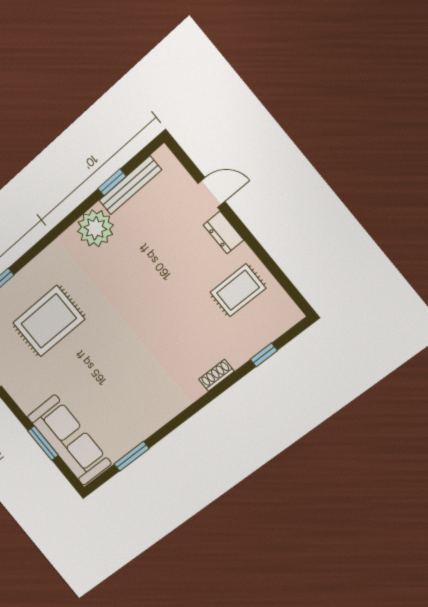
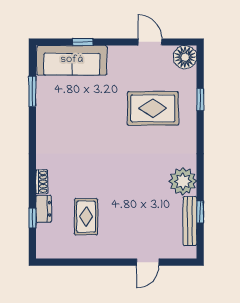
dresser: (224, 232) -> (44, 209), moved, turned 90
rug: (238, 290) -> (86, 217), moved
rug: (49, 321) -> (153, 108), turned 90
window: (43, 443) -> (83, 42), width x0.67

